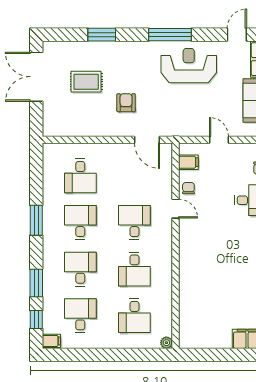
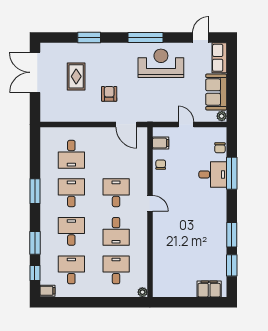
rug: (86, 82) -> (76, 76), turned 90
door: (175, 209) -> (150, 203), moved
desk: (134, 316) -> (116, 270), turned 180

